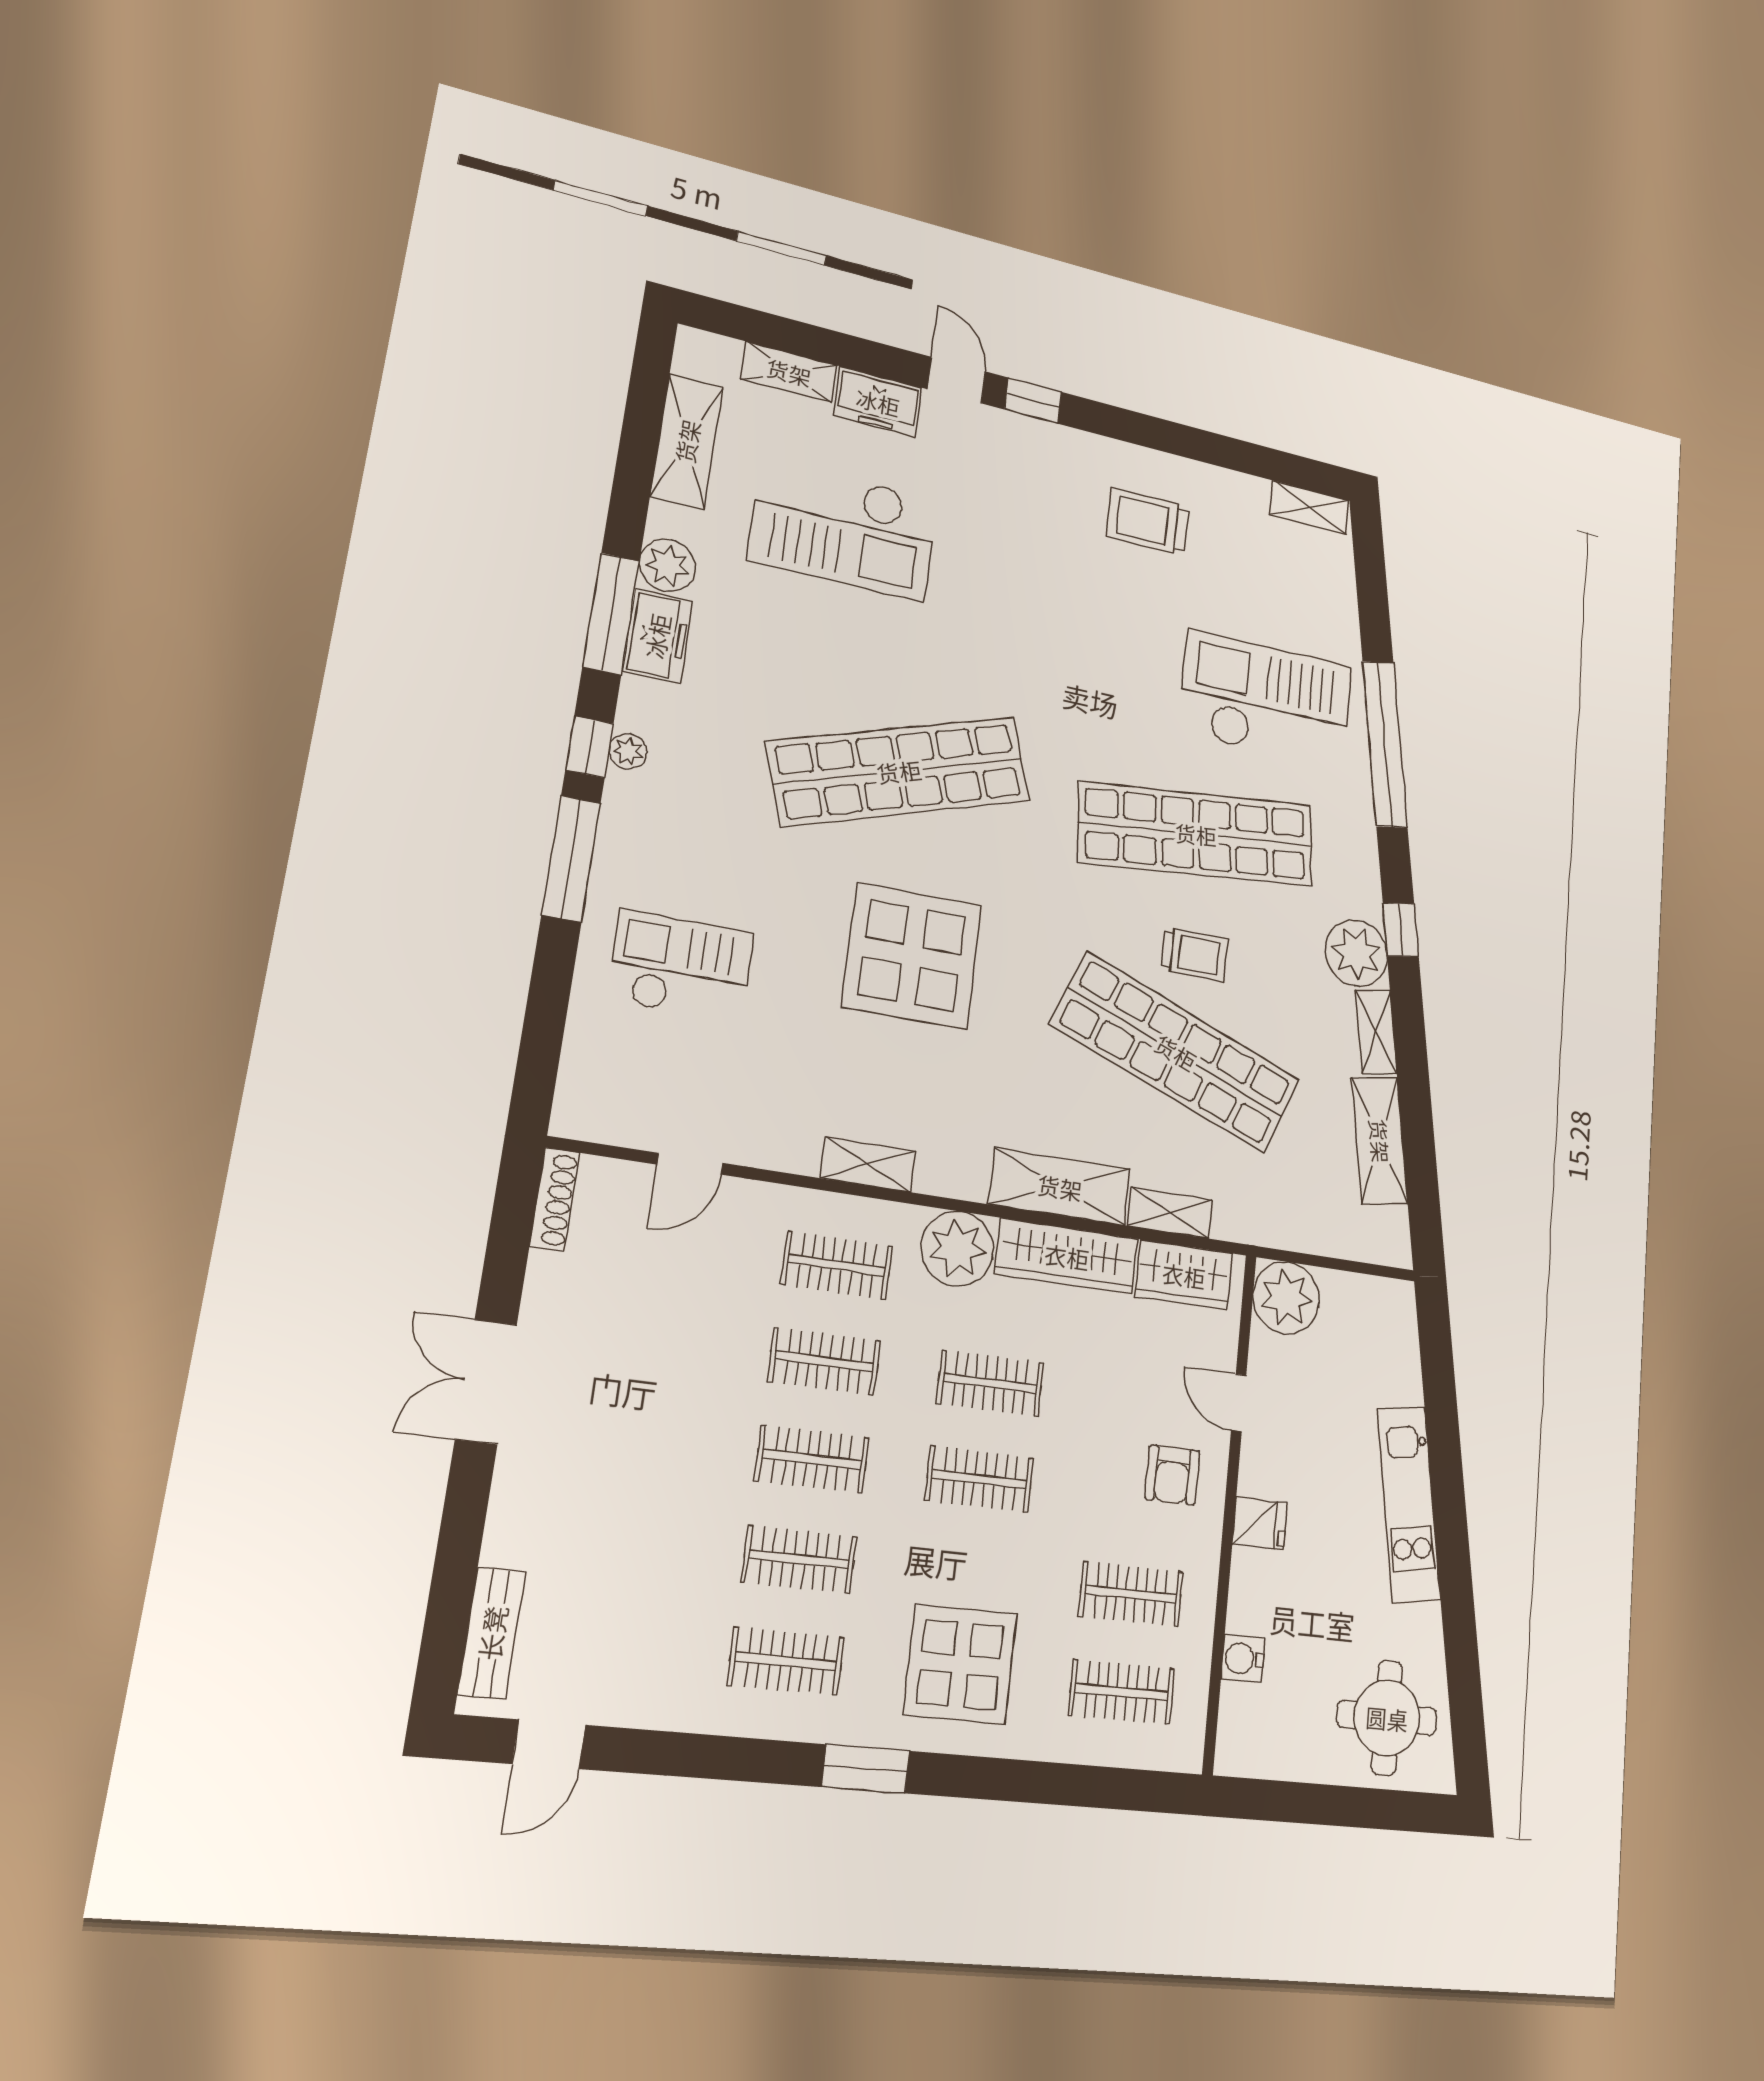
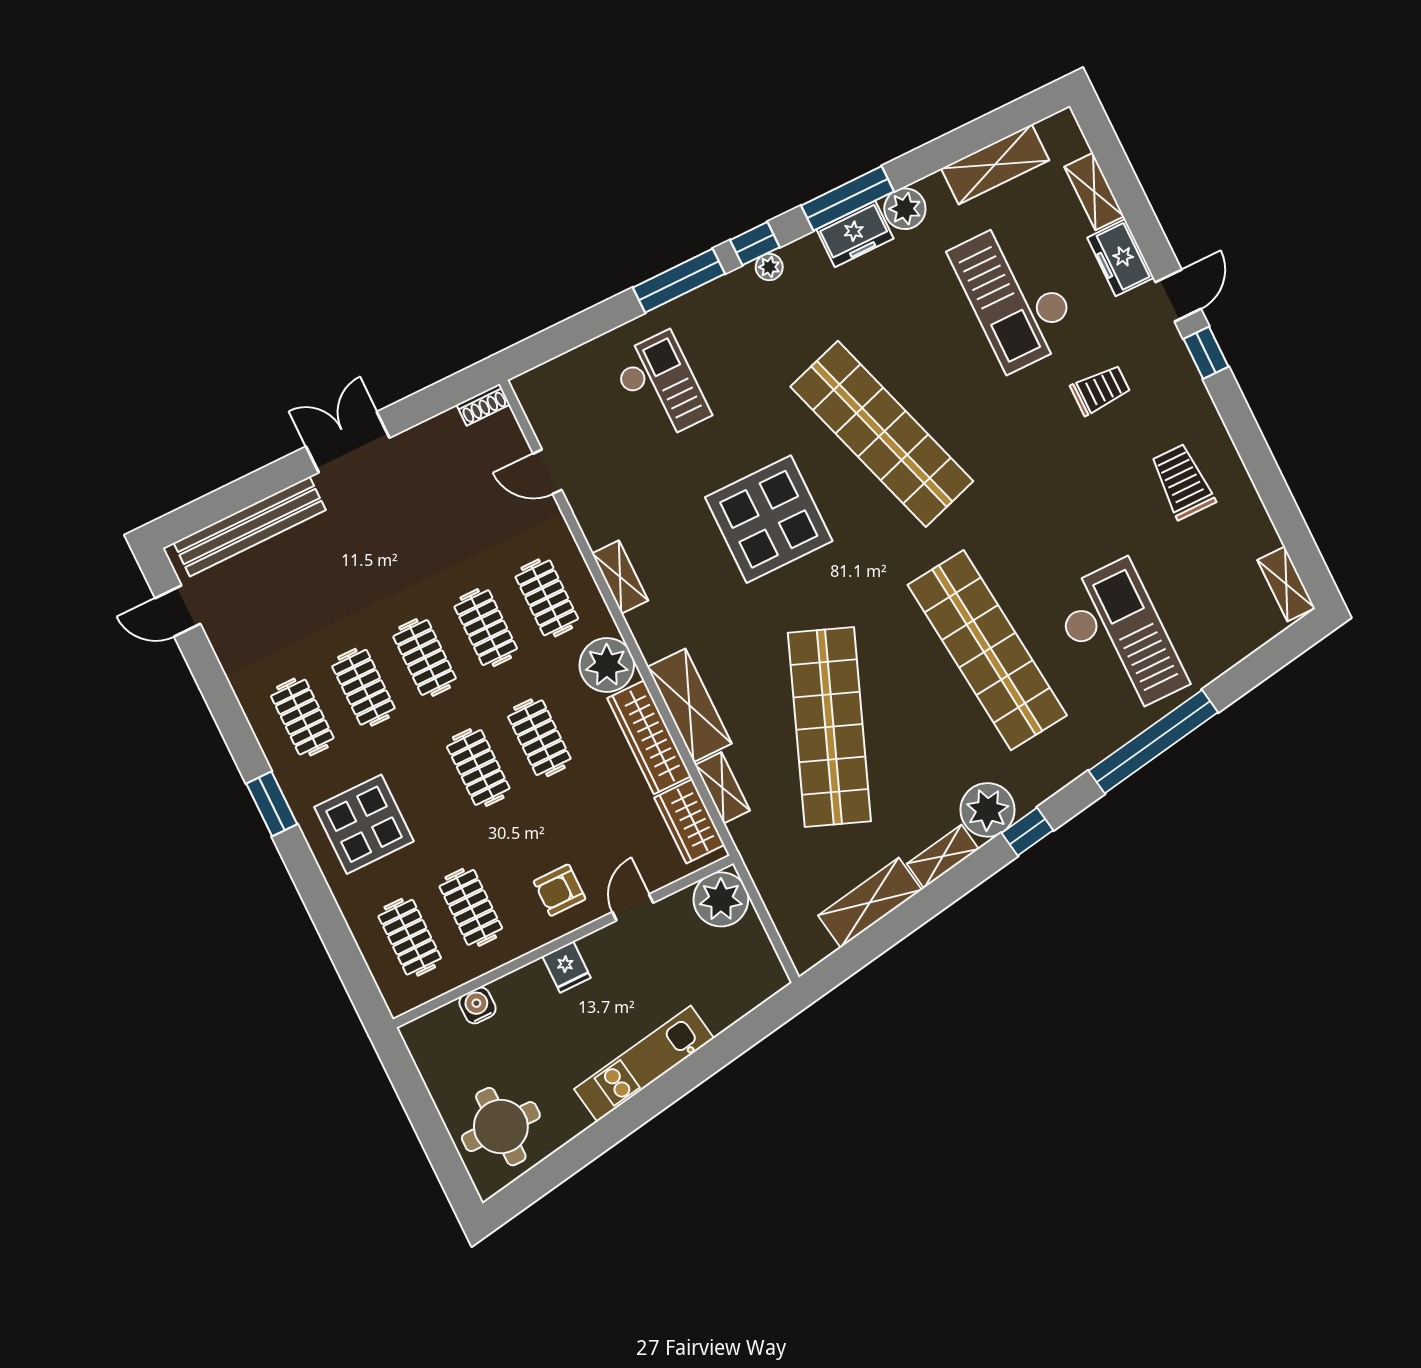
trolley: (1195, 955) -> (1100, 390), moved, turned -90
shoe rack: (554, 1199) -> (483, 405), width x0.70
bench: (492, 1633) -> (250, 526), width x1.86, depth x1.21

